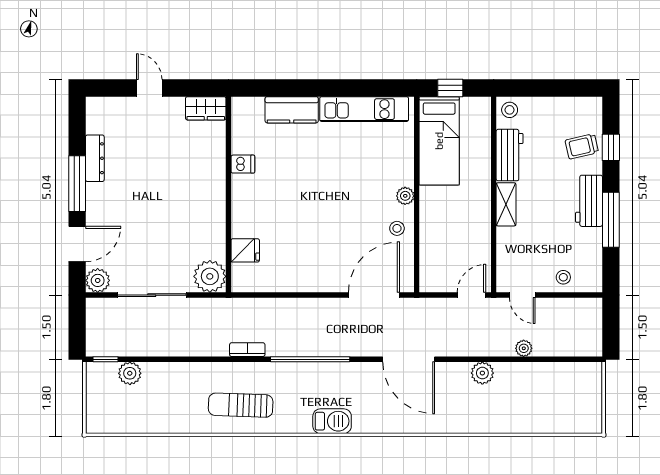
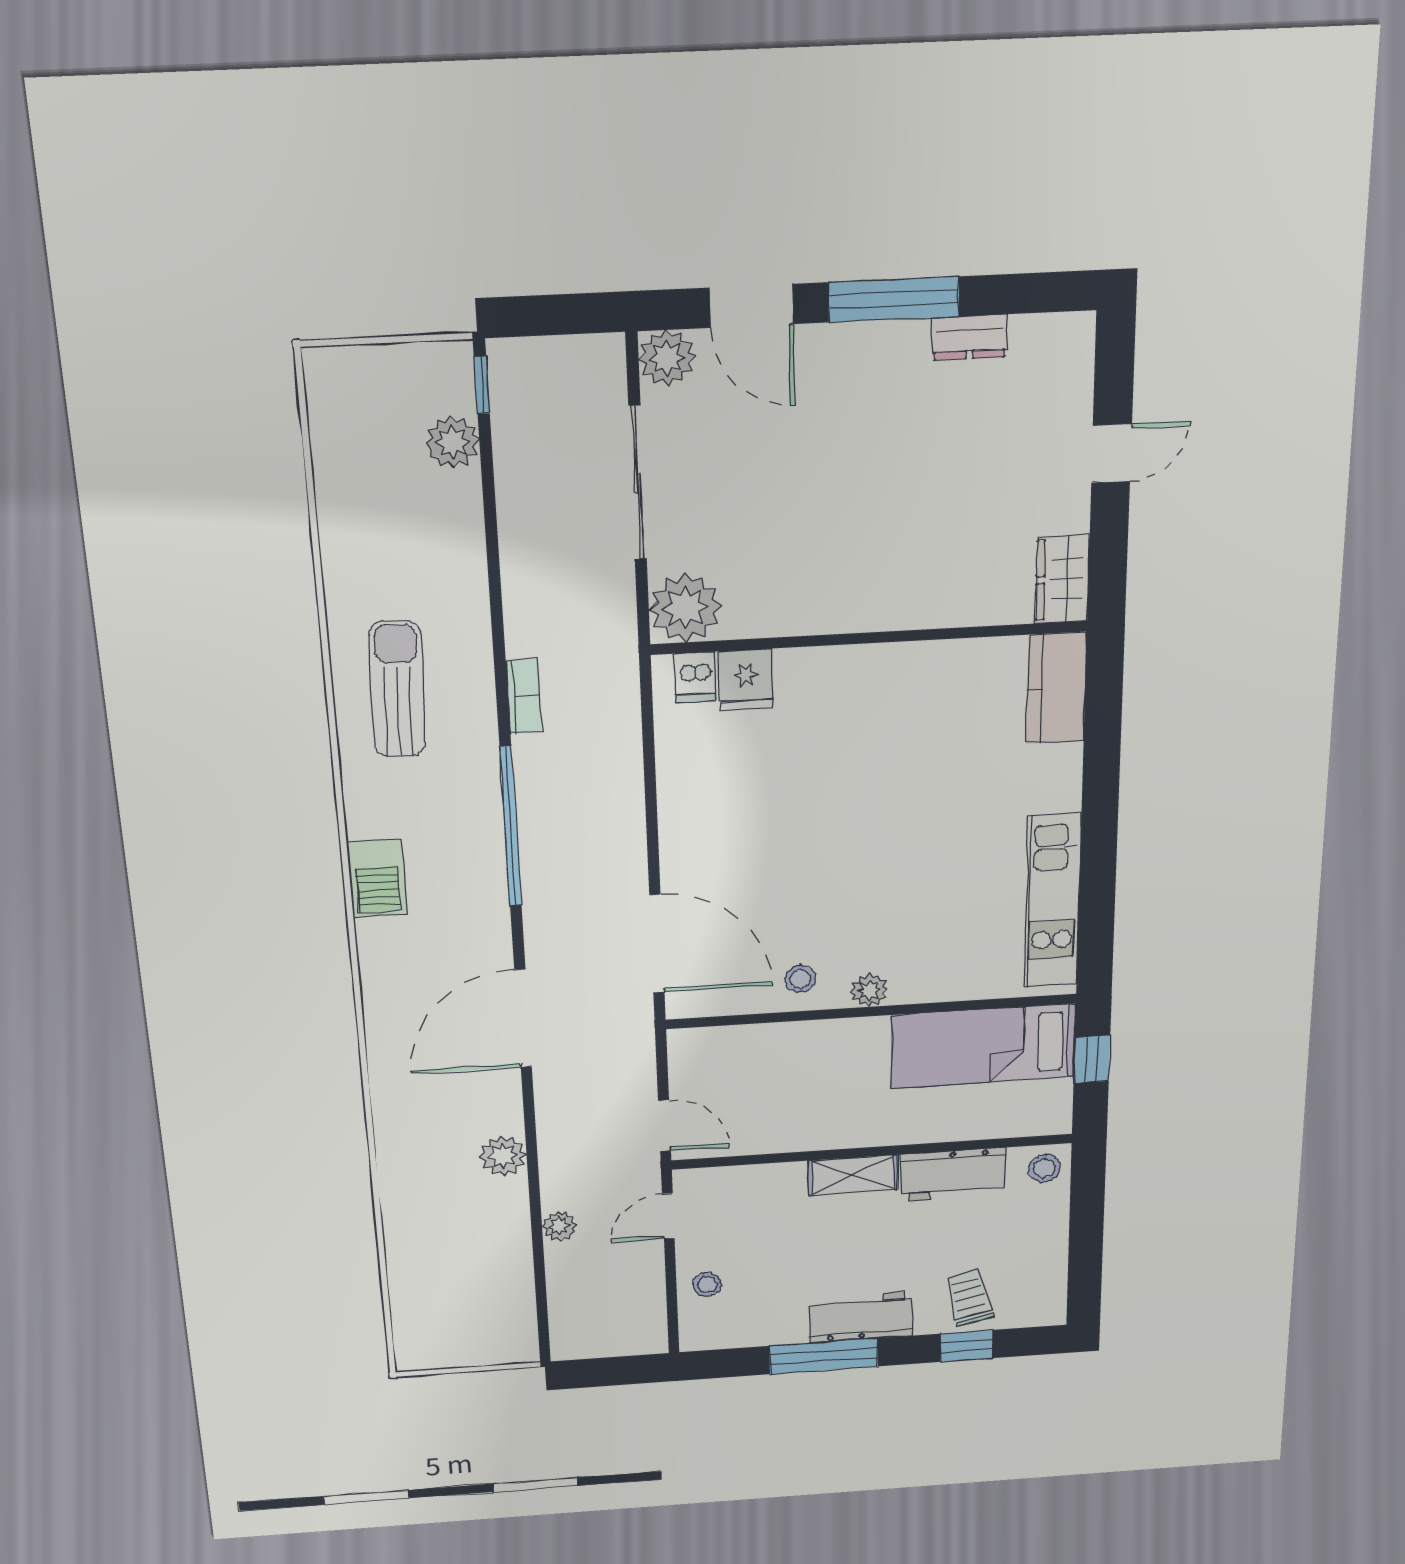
kitchen counter: (292, 110) -> (1056, 688), moved
dresser: (95, 158) -> (970, 337), width x0.70
dishwasher: (243, 164) -> (695, 677), moved

